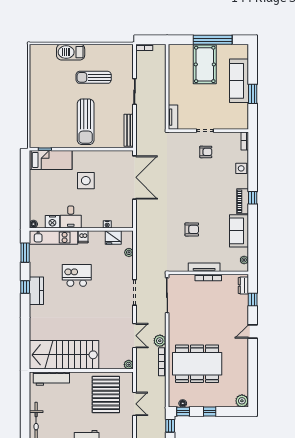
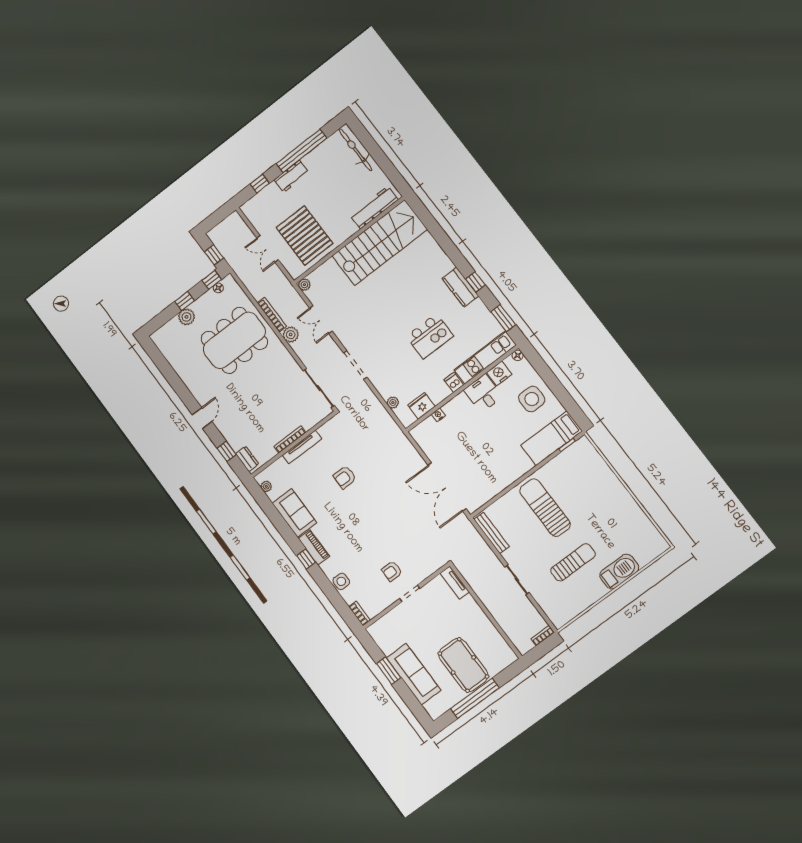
side table: (86, 181) -> (532, 399), moved
plant: (242, 401) -> (187, 317), moved

